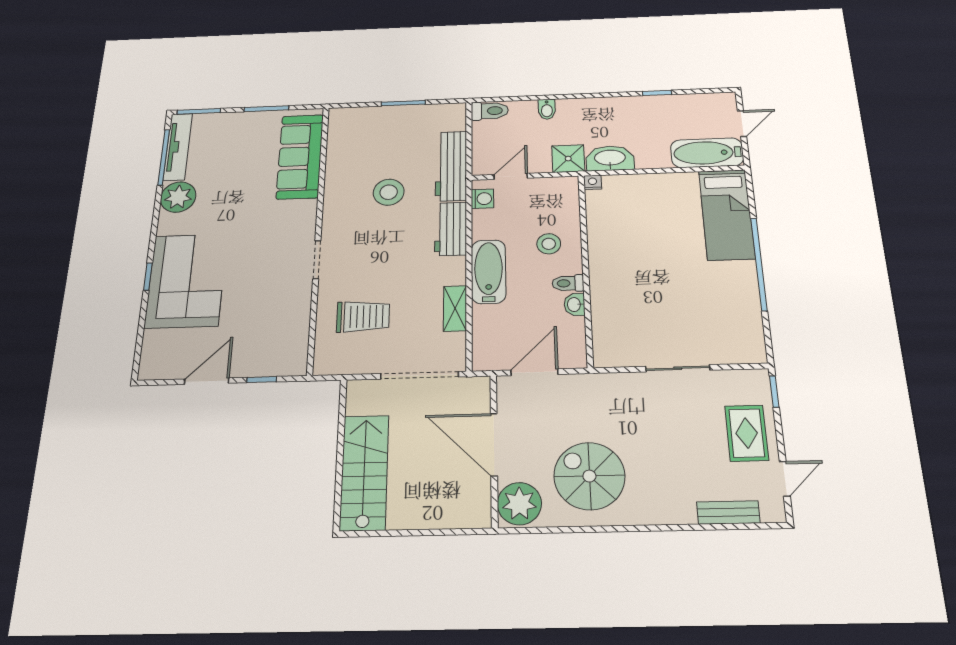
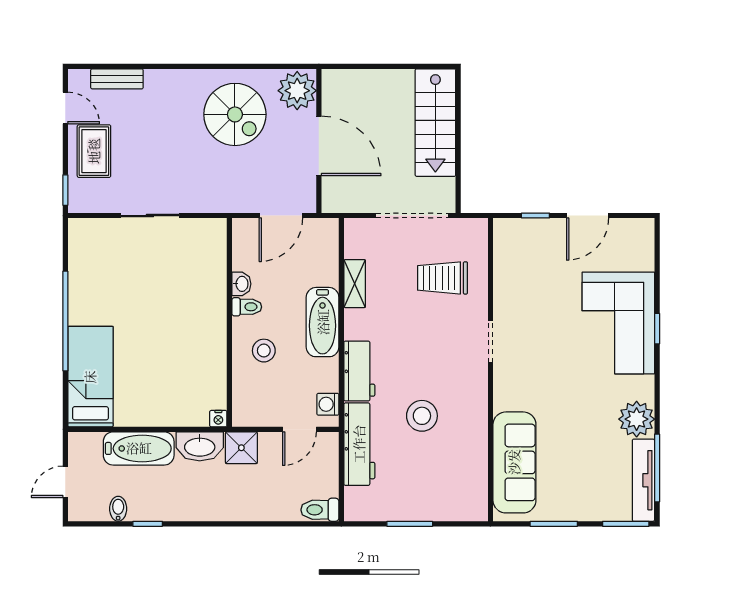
bidet: (547, 109) -> (118, 509), moved
bathtub: (707, 153) -> (139, 448), moved
doorway: (419, 375) -> (412, 216), moved
door: (785, 479) -> (65, 108), swing flipped

